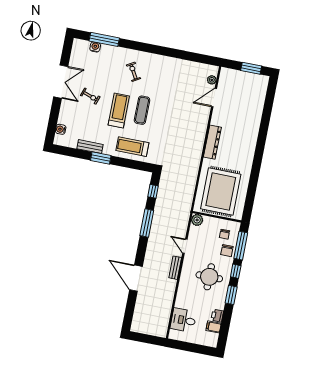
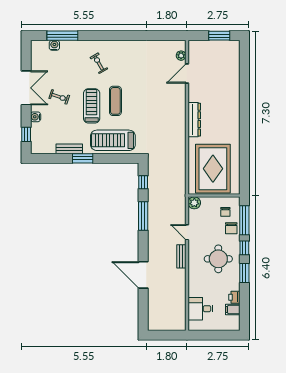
window: (52, 125) -> (26, 134), added
water cooler: (61, 129) -> (36, 117), moved
treadmill: (132, 147) -> (113, 140), width x1.37, depth x1.38

